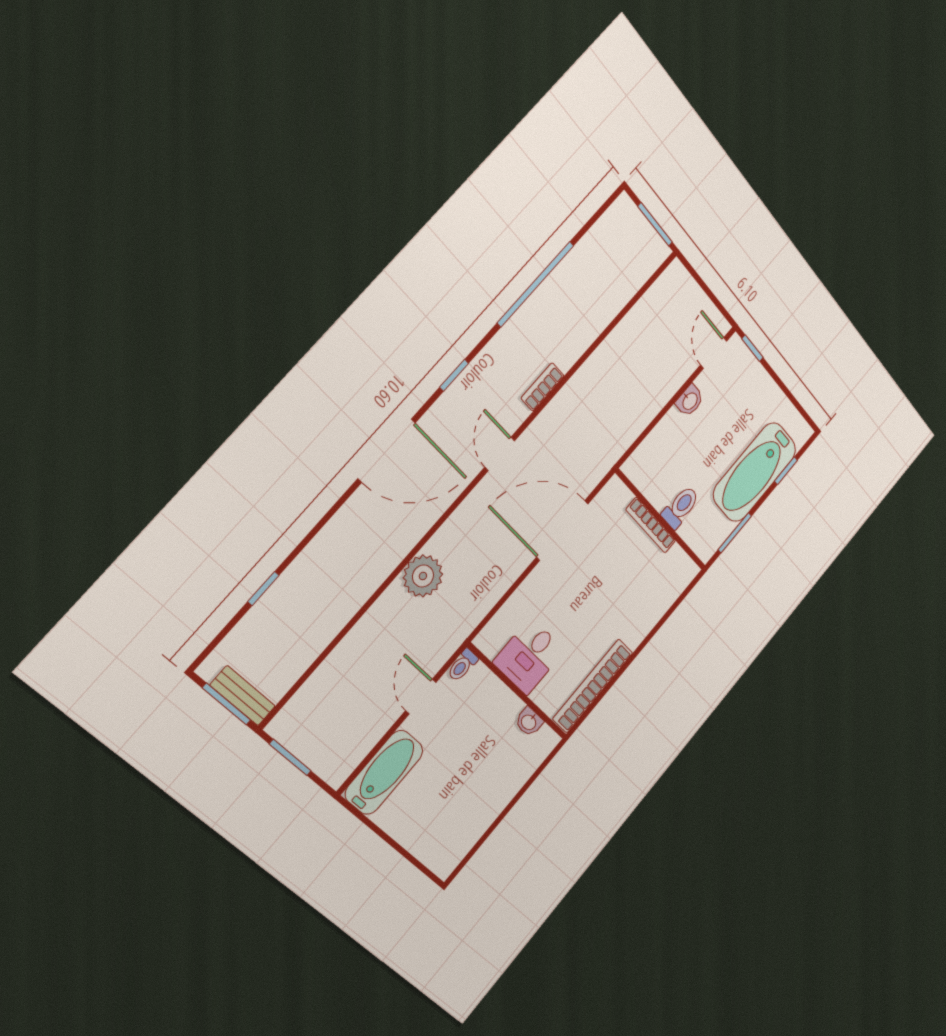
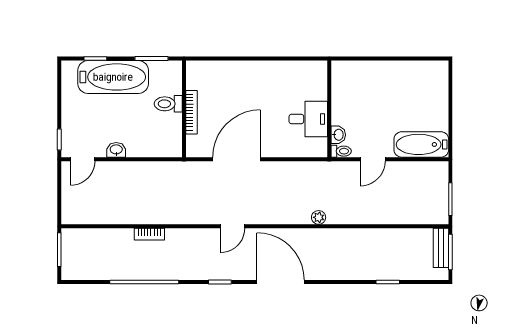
bookcase: (543, 387) -> (149, 234), moved
door: (562, 530) -> (237, 159), swing flipped
plant: (423, 576) -> (319, 217), width x0.53, depth x0.53
bookcase: (593, 686) -> (293, 68), removed
washbasin: (529, 722) -> (338, 135), moved

